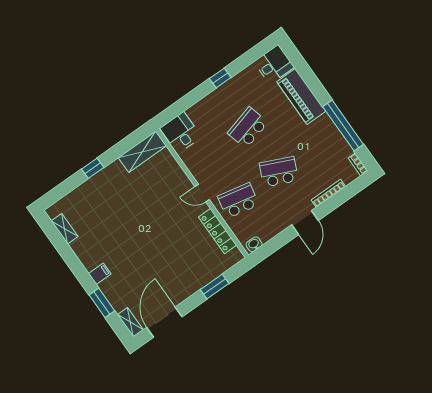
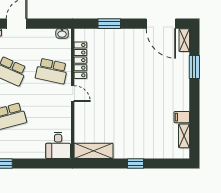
filing cabinet: (100, 274) -> (182, 117), moved
door: (164, 322) -> (161, 24), hinge flipped

